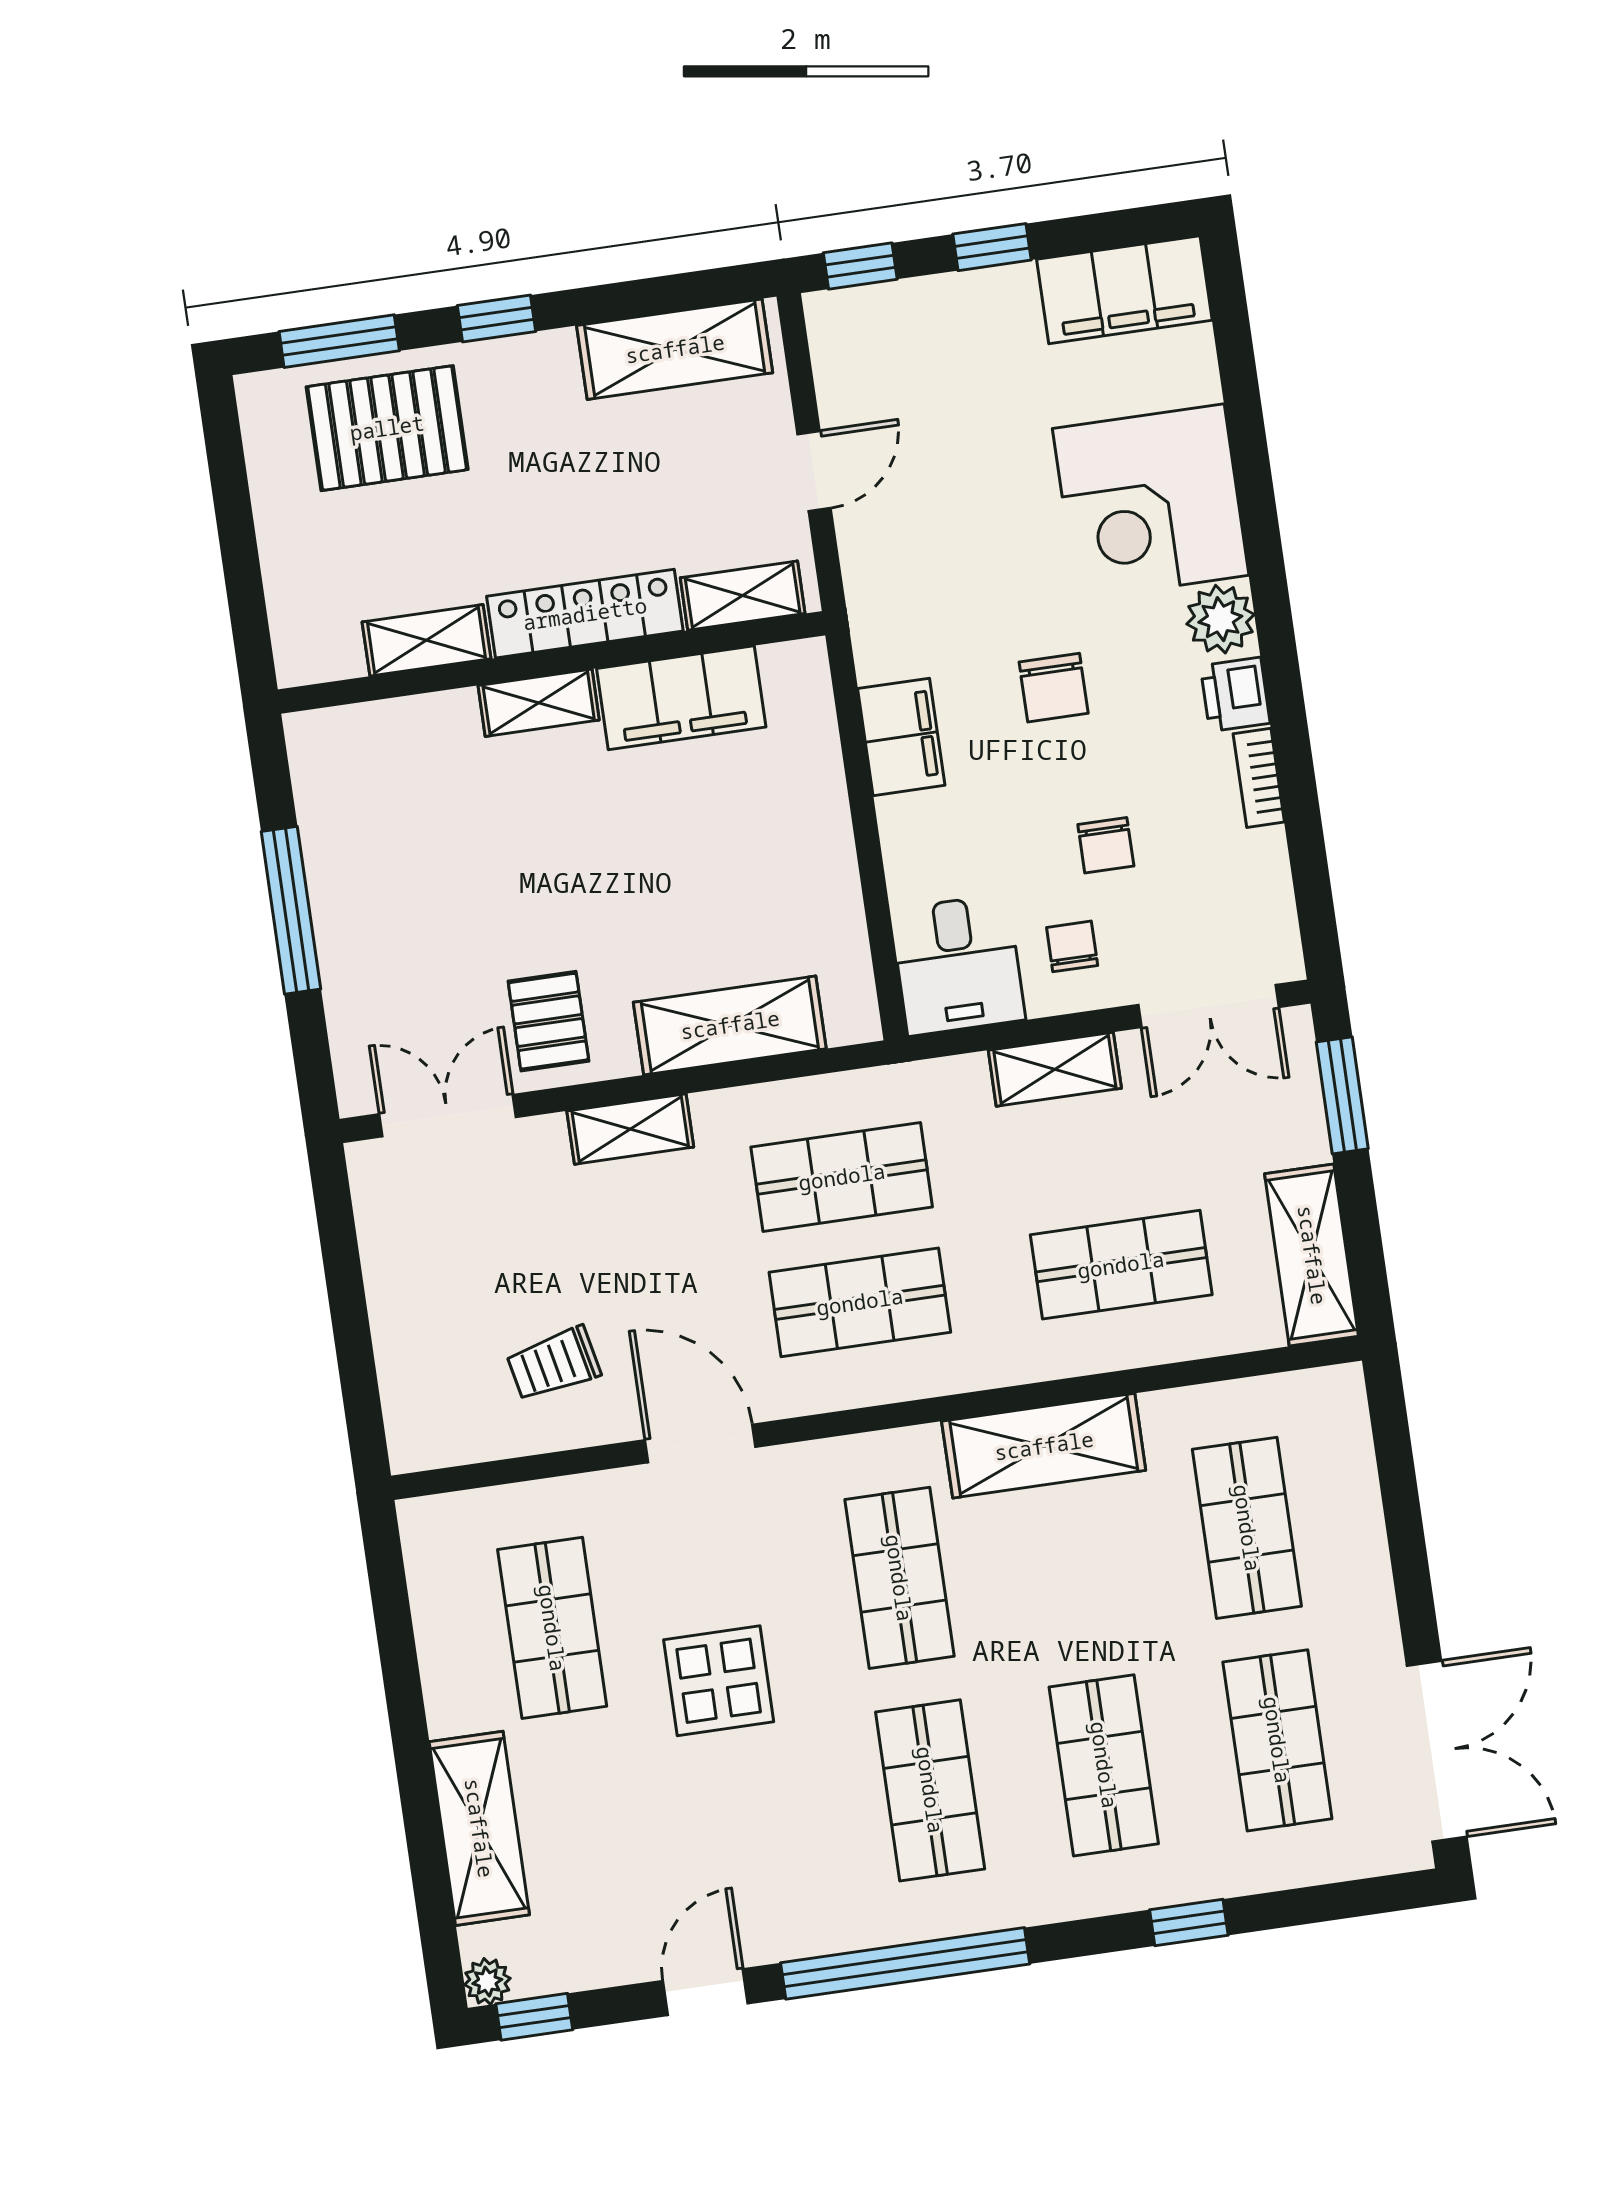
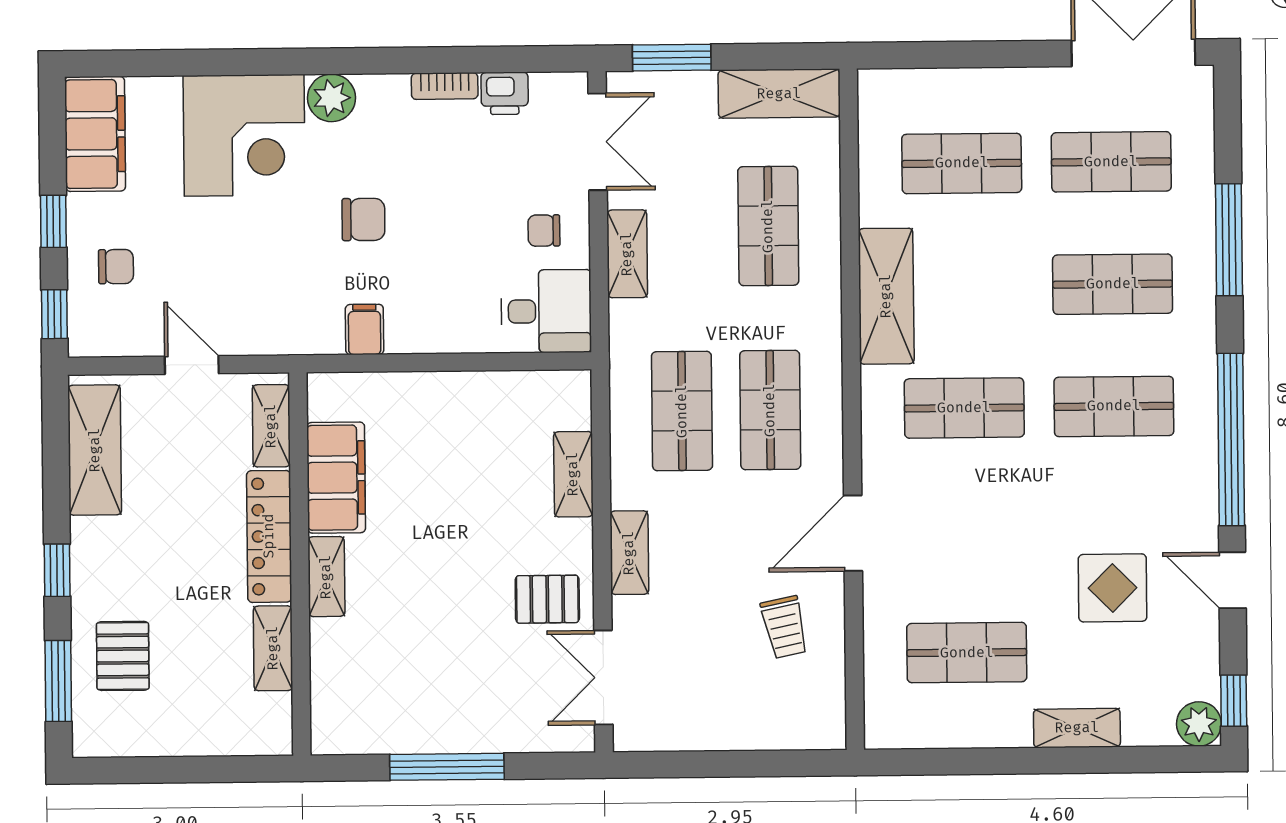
pallet: (387, 428) -> (123, 656), width x0.67, depth x0.71
printer: (1235, 694) -> (505, 93), moved
filing cabinet: (901, 737) -> (365, 329), width x0.50
chair: (1106, 845) -> (116, 267), moved
shelving: (730, 1025) -> (573, 474), width x0.67, depth x0.75
display table: (719, 1681) -> (1113, 588), moved
shelving: (479, 1828) -> (1077, 728), width x0.67, depth x0.75
window: (1189, 1922) -> (1229, 240), width x2.17
plant: (487, 1982) -> (1199, 724), width x1.38, depth x1.38

